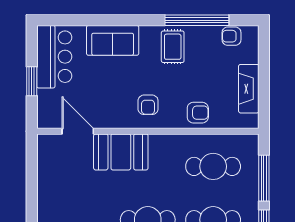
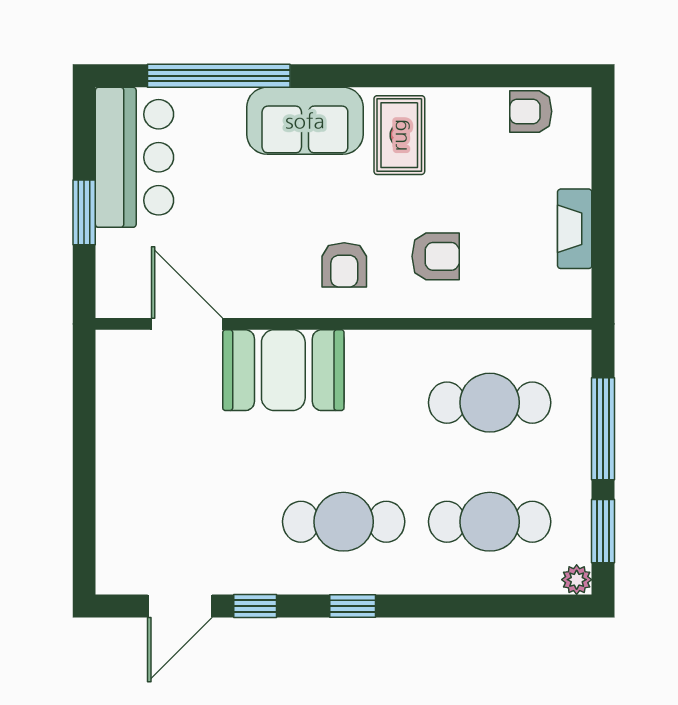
window: (197, 20) -> (219, 76), moved
sofa: (113, 40) -> (305, 121), moved
fireplace: (249, 89) -> (575, 229), width x0.73, depth x0.76
armchair: (198, 113) -> (436, 256), moved

